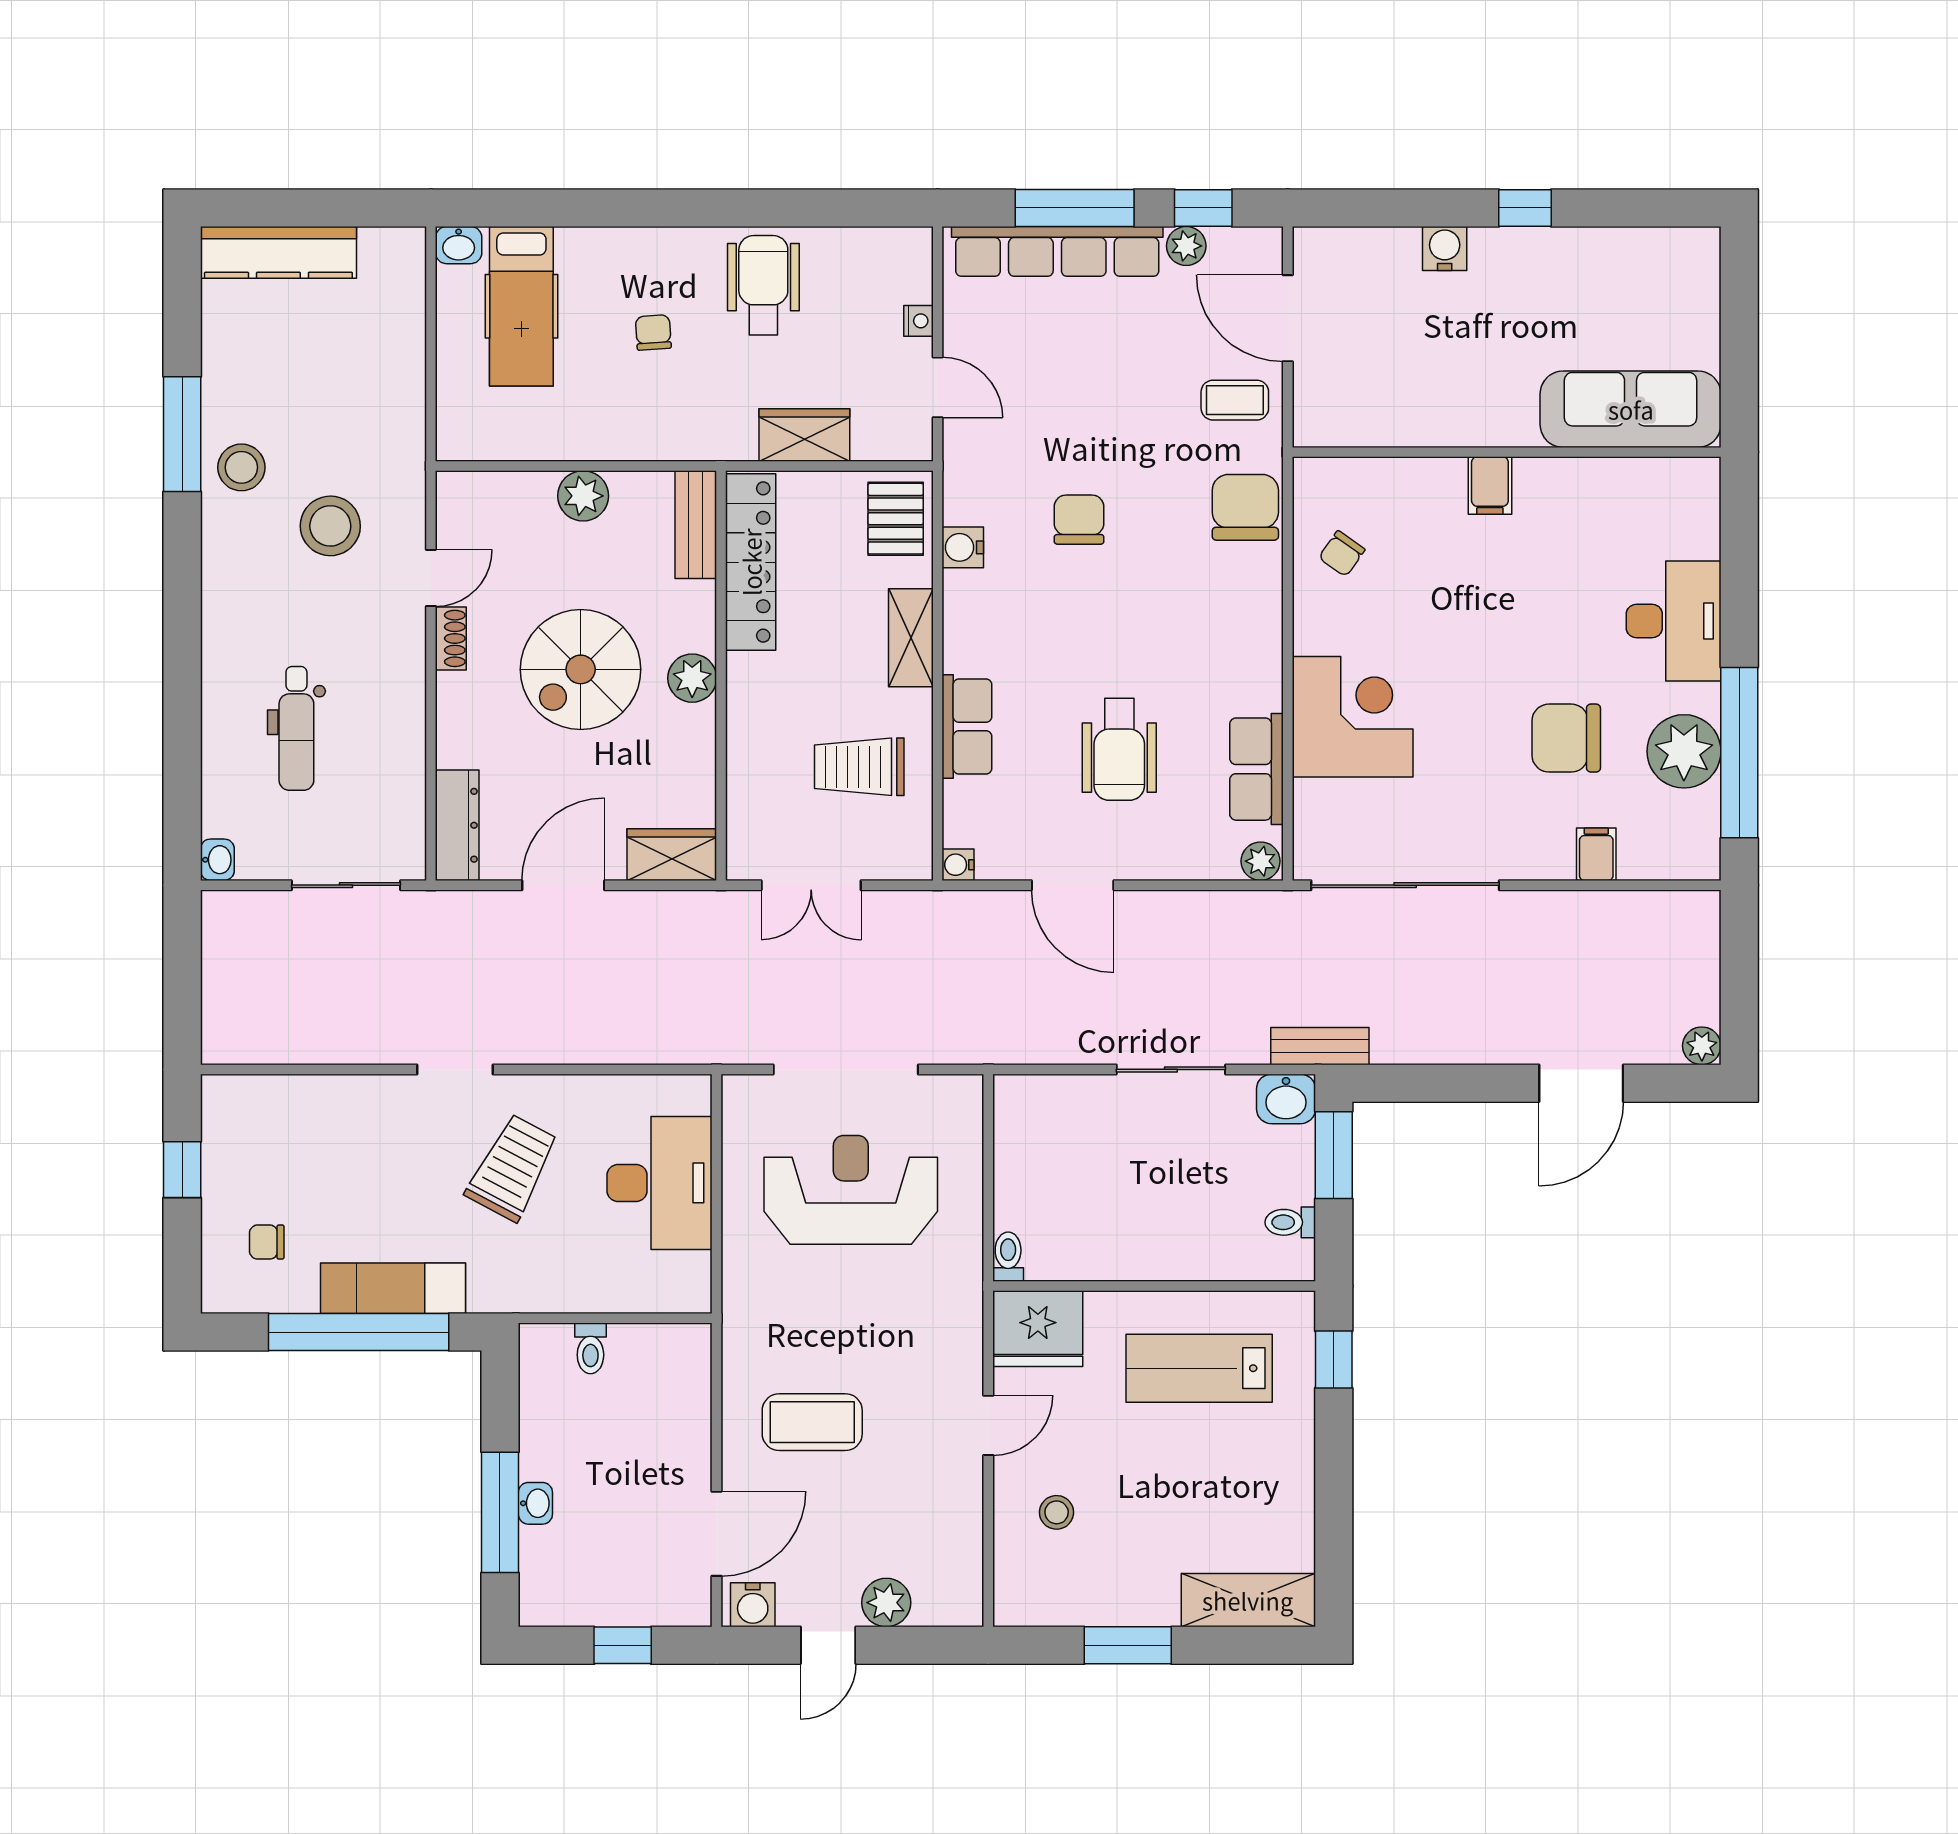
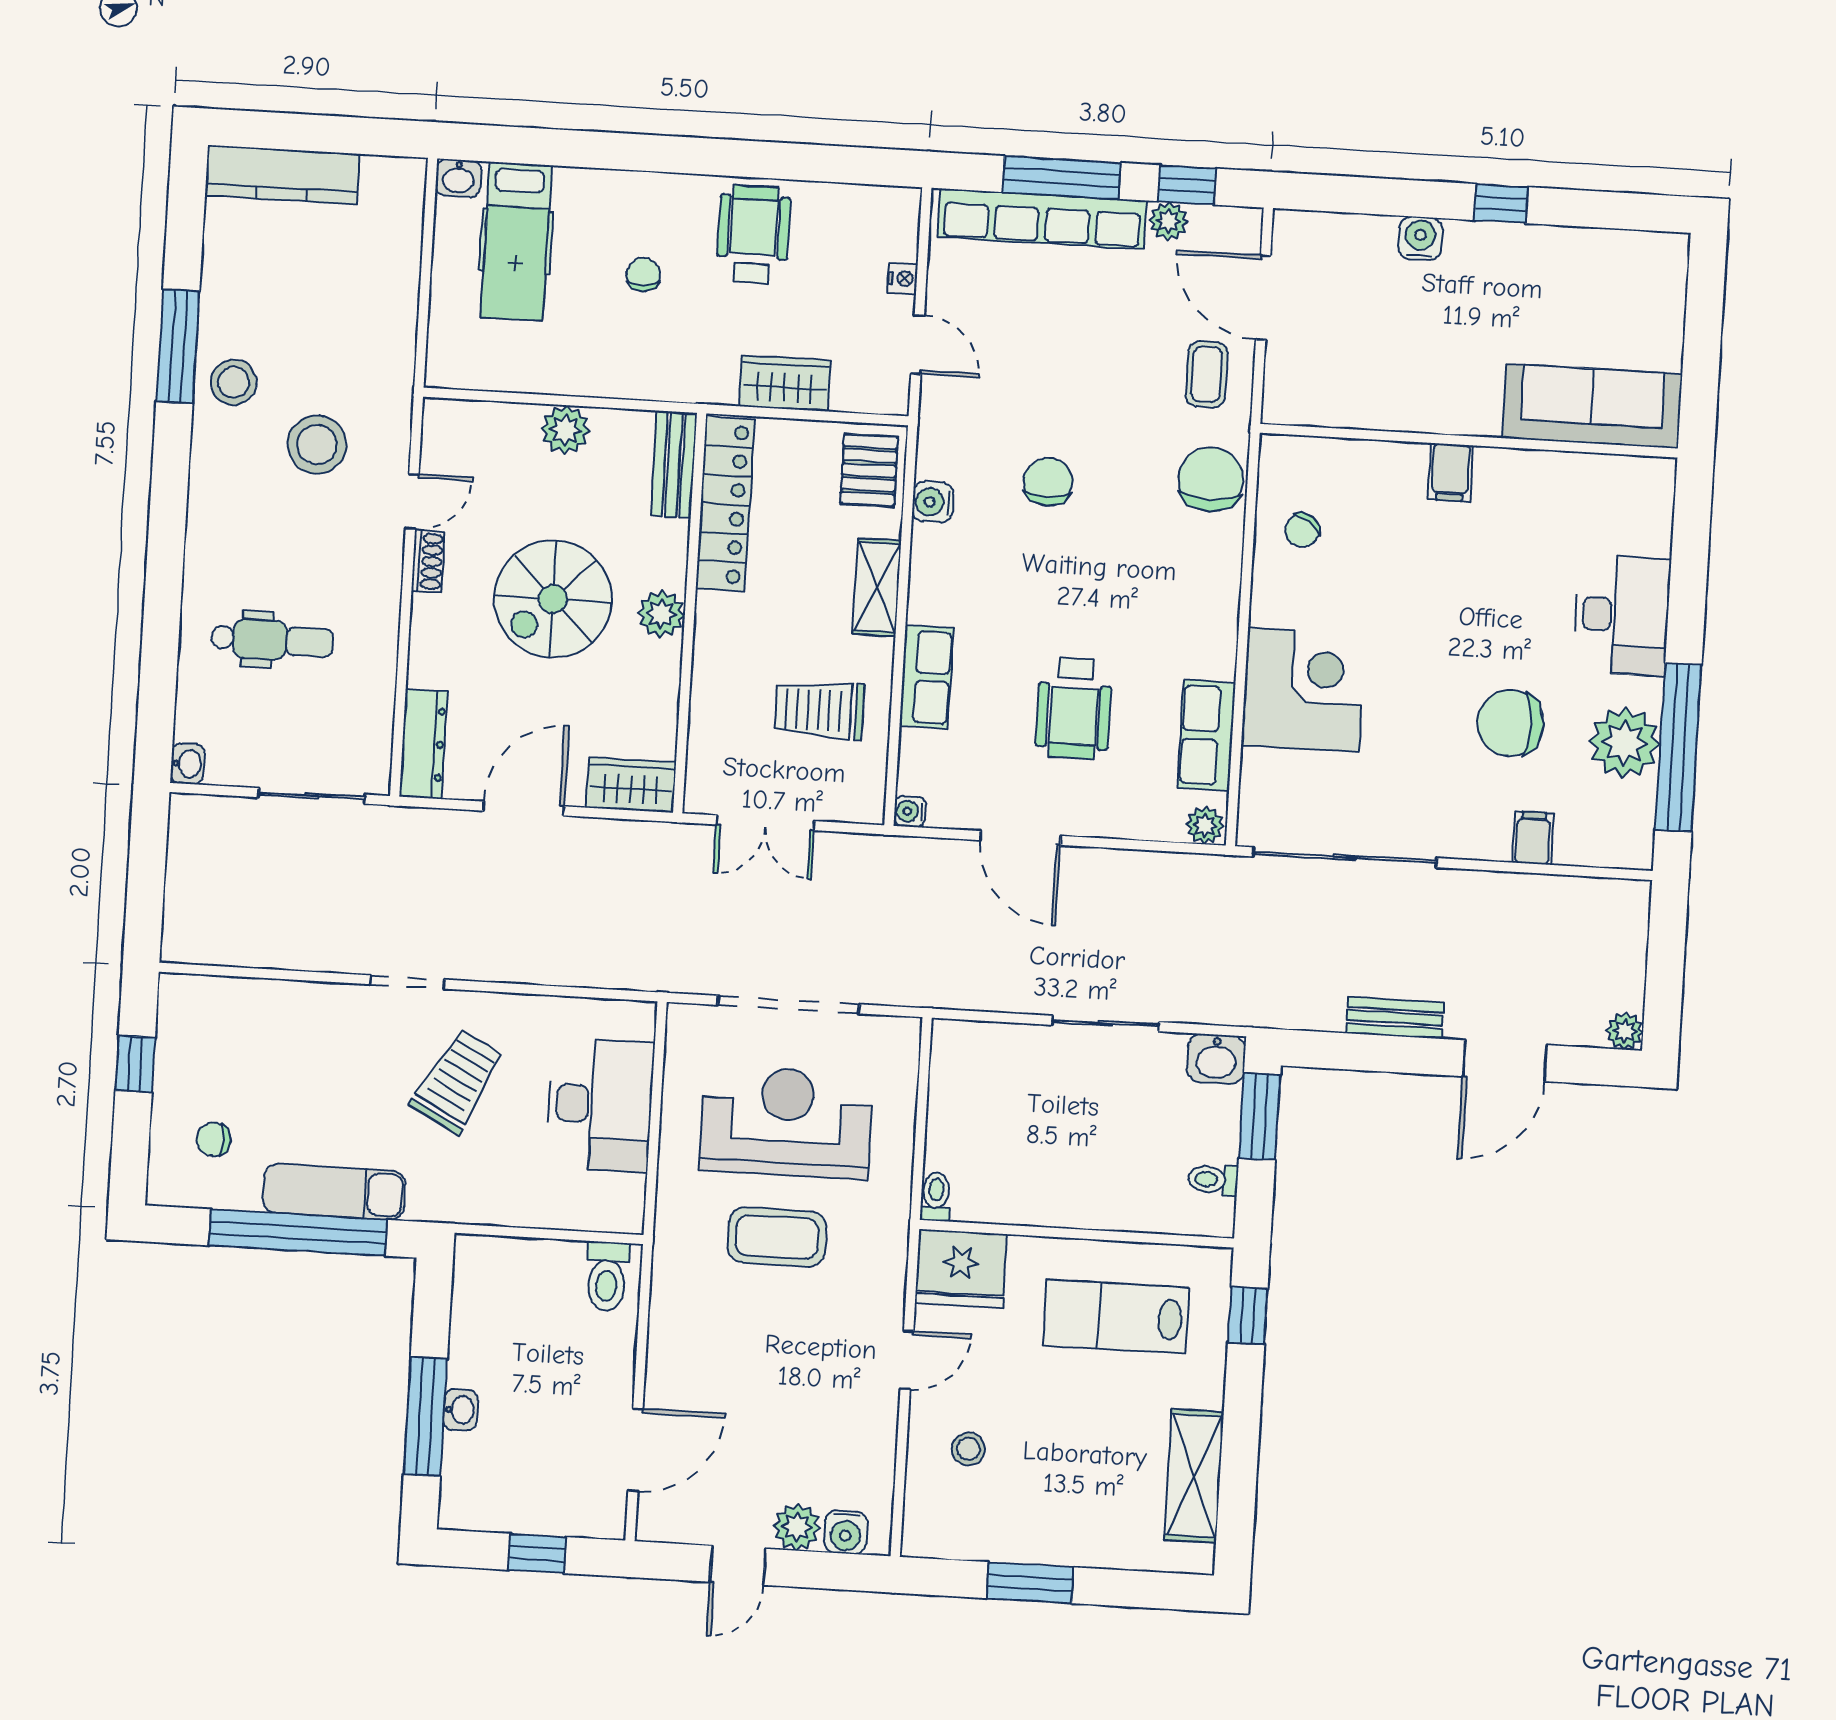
coffee table: (1235, 400) -> (1207, 374), turned 90
dental chair: (296, 728) -> (272, 640), turned -90
bench: (1320, 1046) -> (1395, 1018), moved
toilet: (590, 1348) -> (607, 1276), moved, width x1.37, depth x1.39
coffee table: (812, 1422) -> (777, 1237), moved
shelving: (1248, 1600) -> (1194, 1476), moved, turned 90
water cooler: (753, 1605) -> (846, 1532), moved

